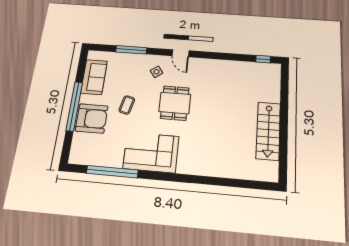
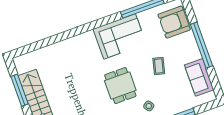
armchair: (92, 118) -> (174, 22), moved
window: (283, 145) -> (20, 90), added

